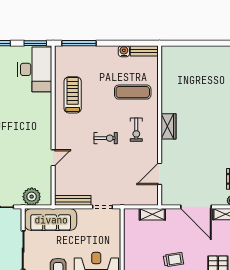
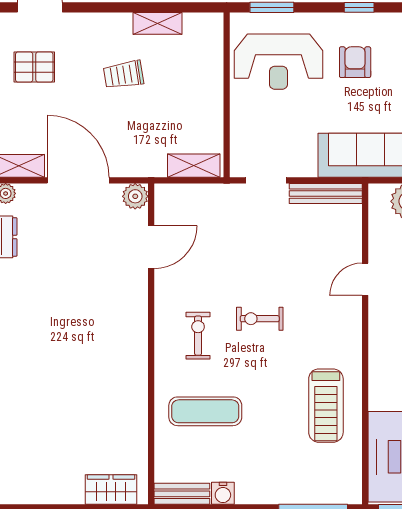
wardrobe: (169, 126) -> (111, 490), moved, turned 90
plant: (168, 199) -> (135, 196), added
shelving: (152, 214) -> (194, 166), moved

